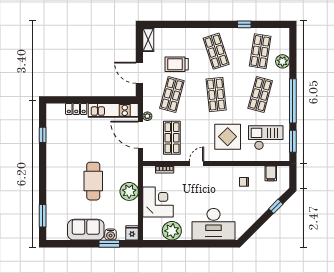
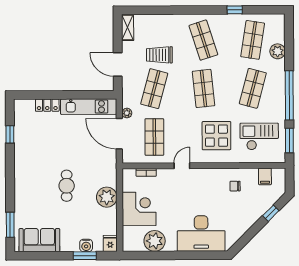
cafe table: (93, 181) -> (67, 186), width x0.73, depth x0.74
sofa: (86, 230) -> (39, 240), moved

